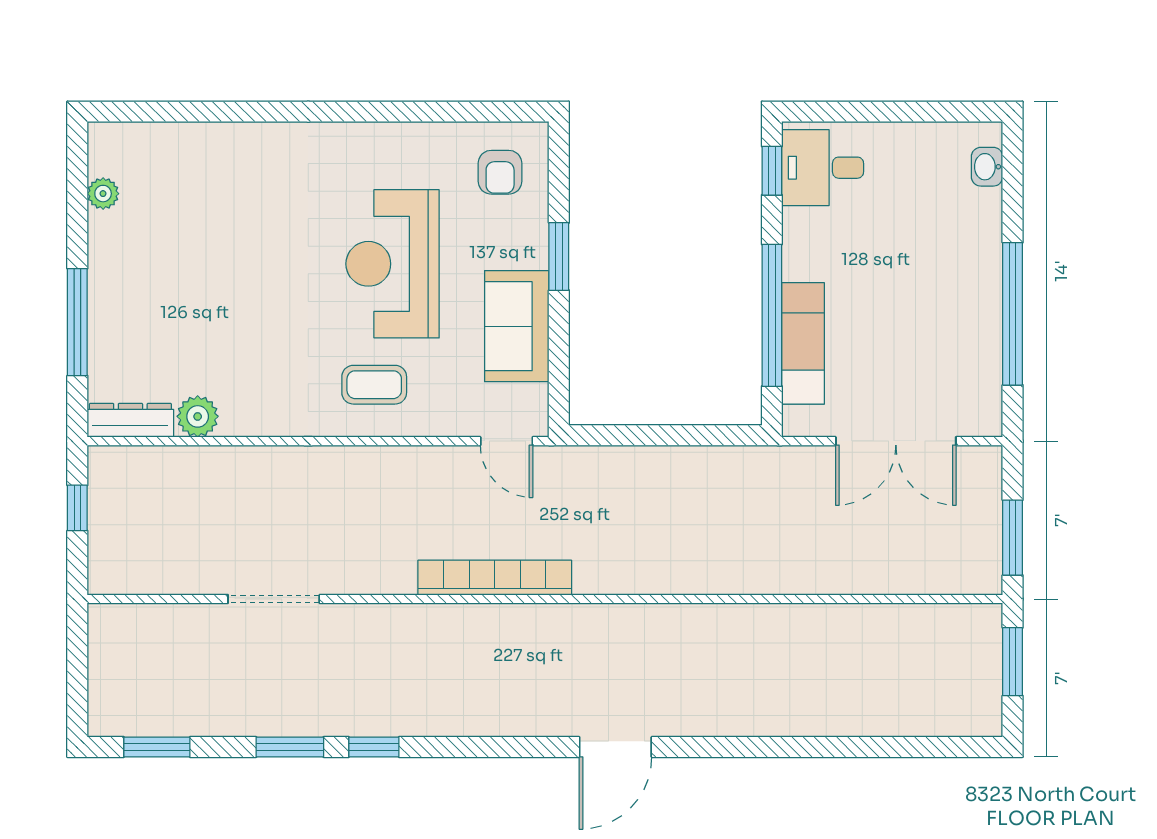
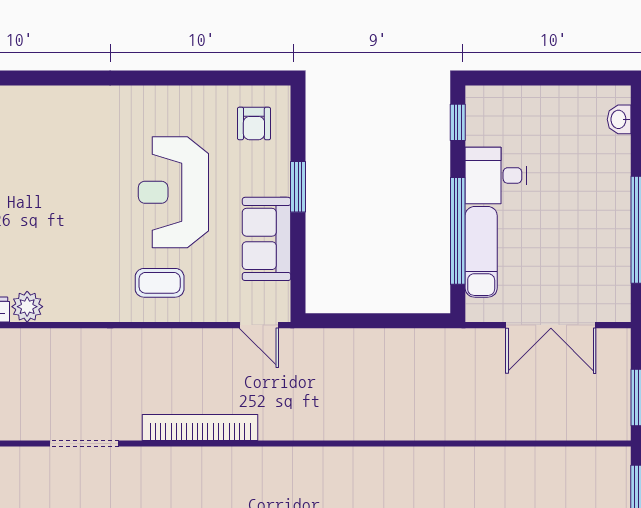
desk: (823, 168) -> (496, 175), moved
bookcase: (495, 578) -> (200, 428), moved

